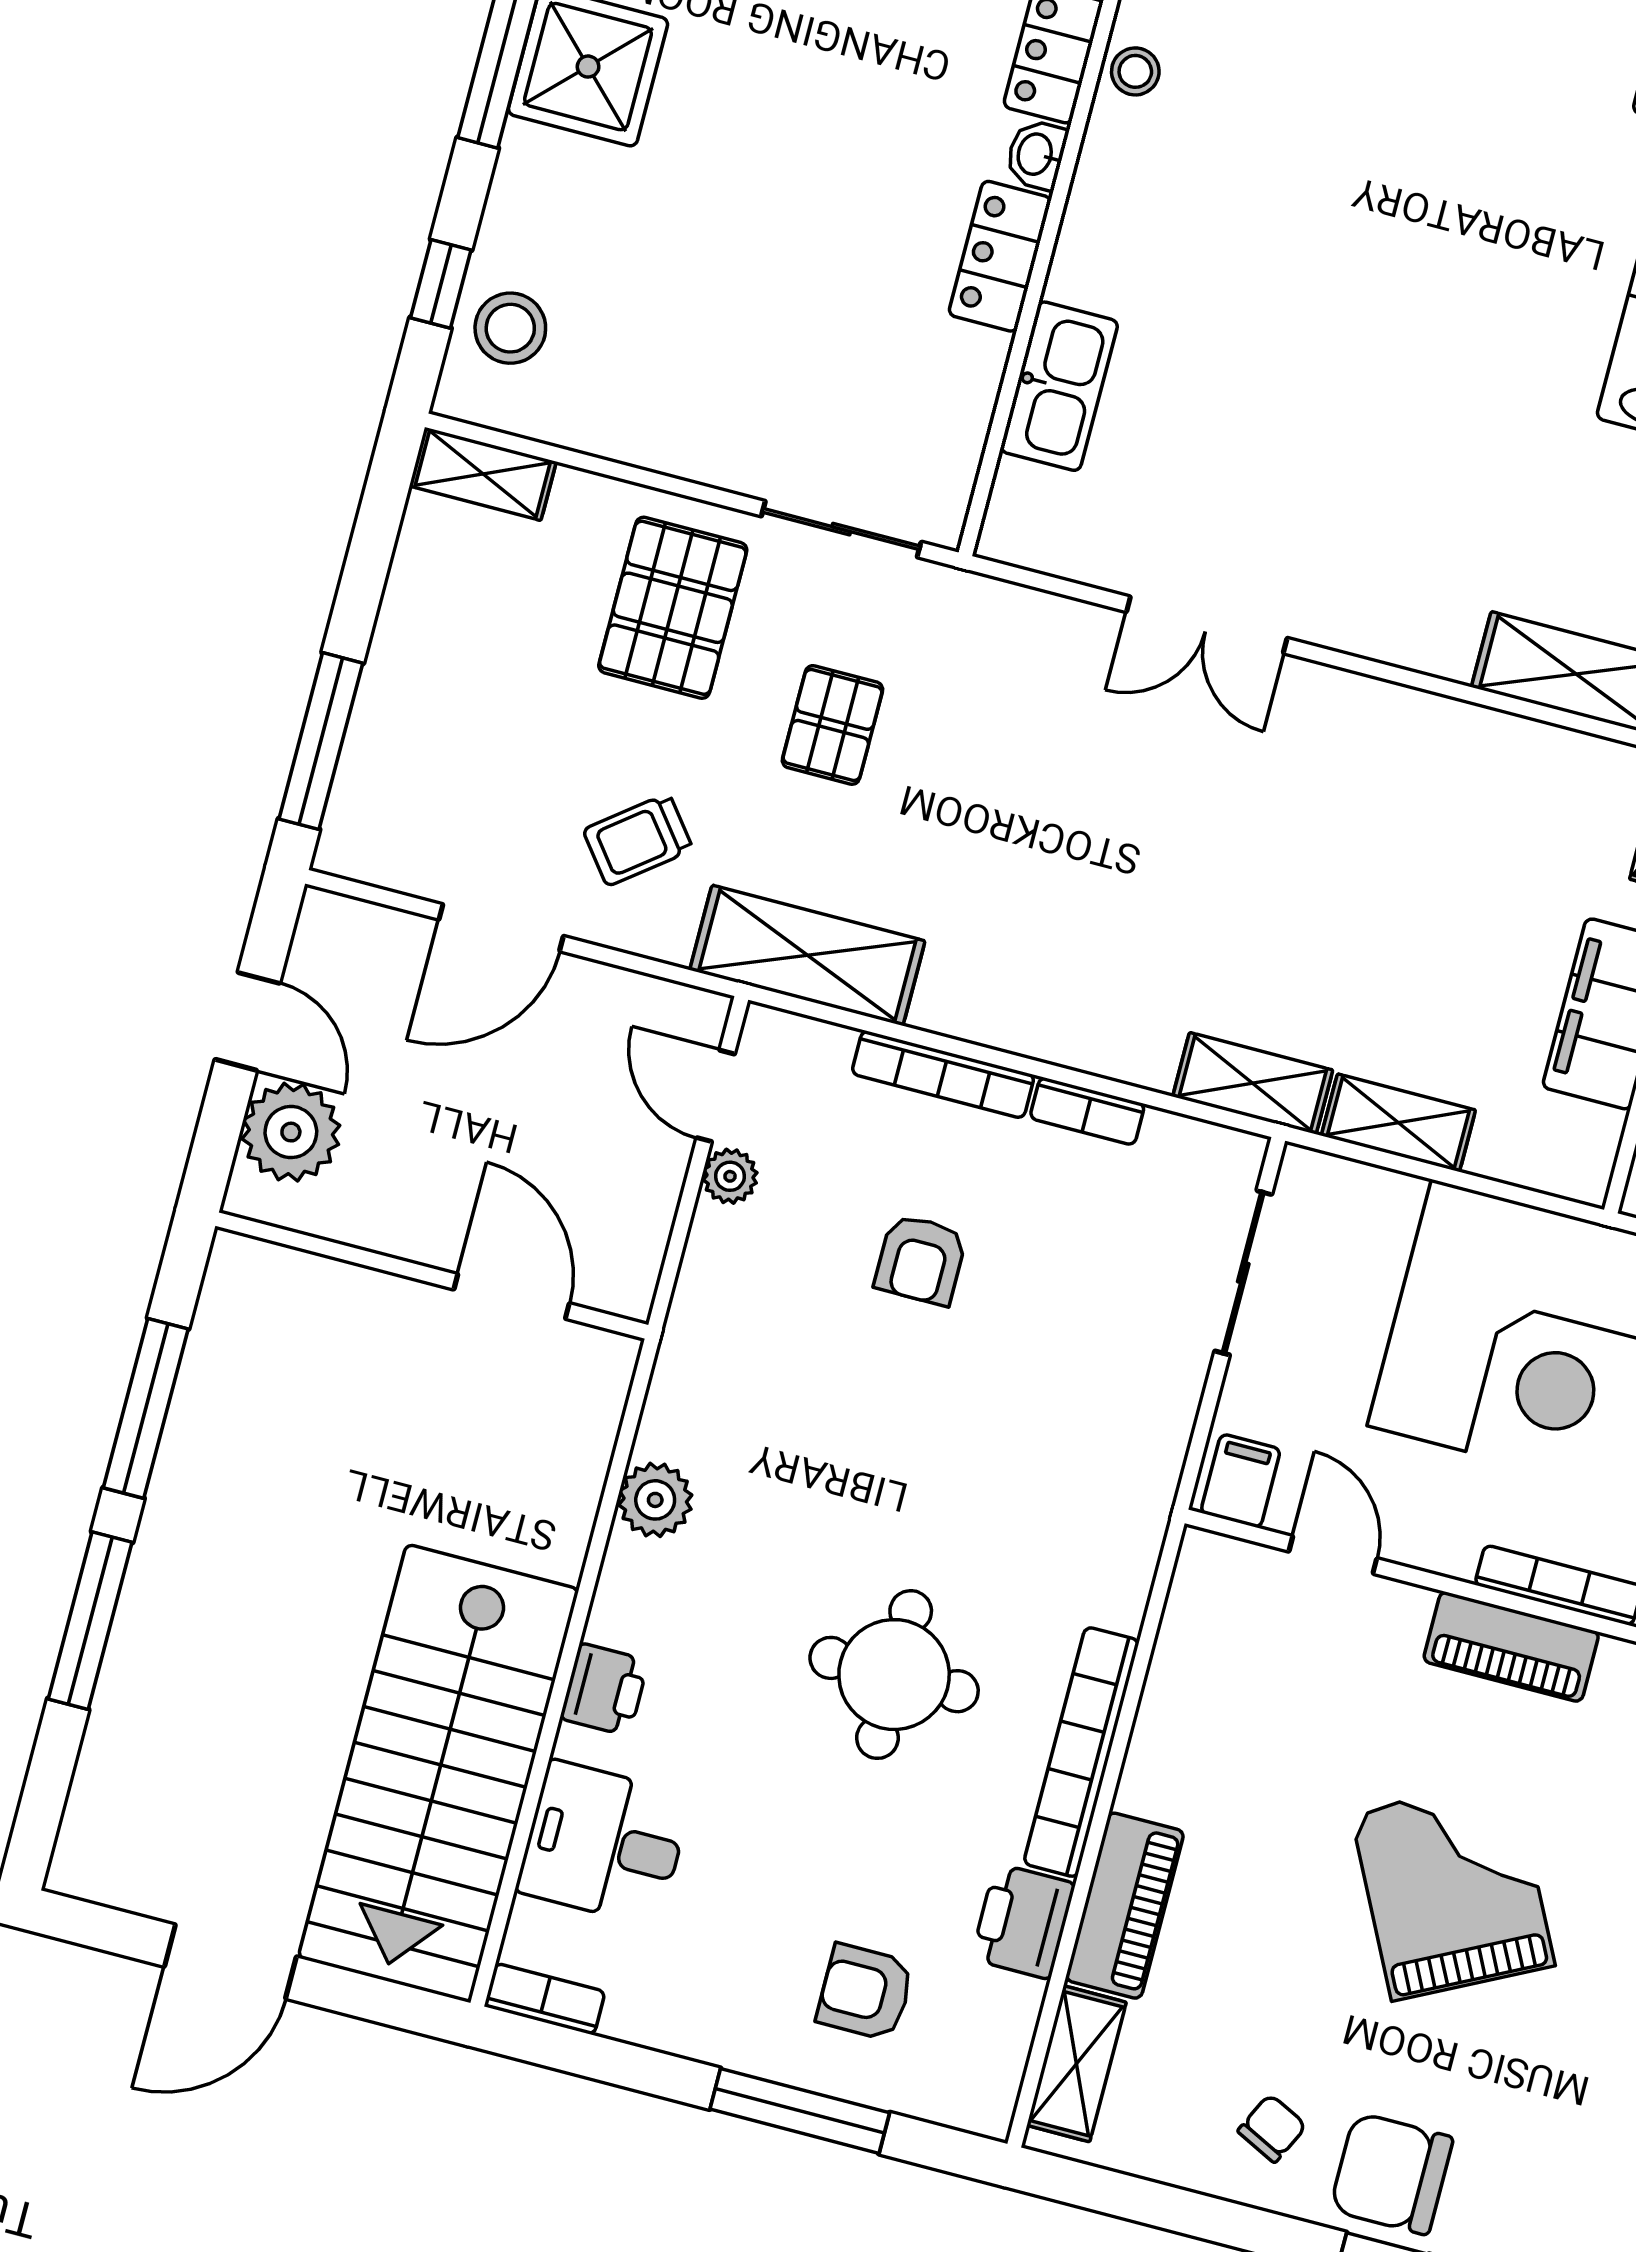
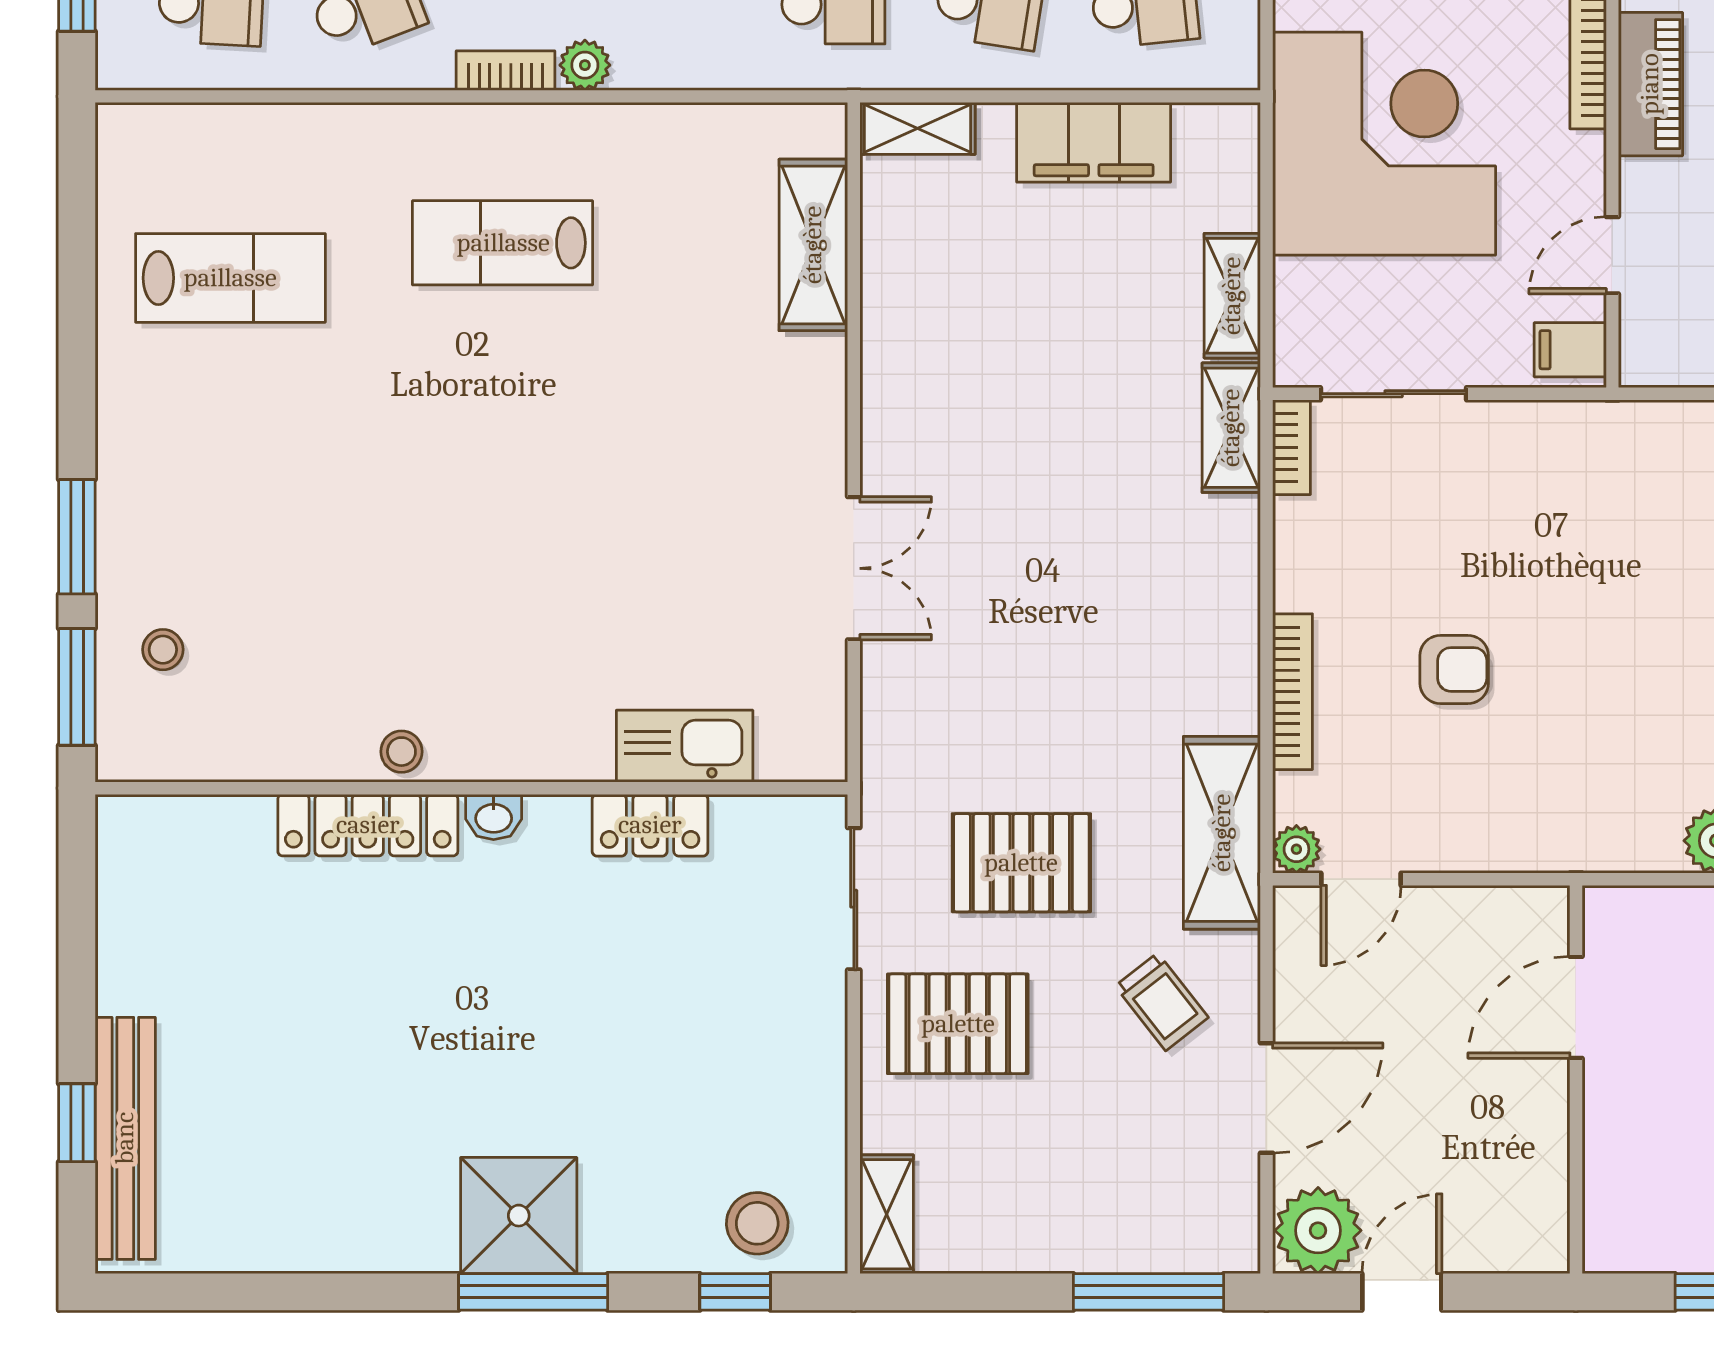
locker: (1000, 256) -> (650, 825), moved
pallet: (832, 725) -> (1021, 863), width x1.50, depth x1.42
door: (501, 928) -> (1266, 1098), hinge flipped
bookcase: (1087, 1111) -> (1291, 447), moved
plant: (291, 1132) -> (1318, 1230), moved
plant: (730, 1176) -> (1296, 849), moved

